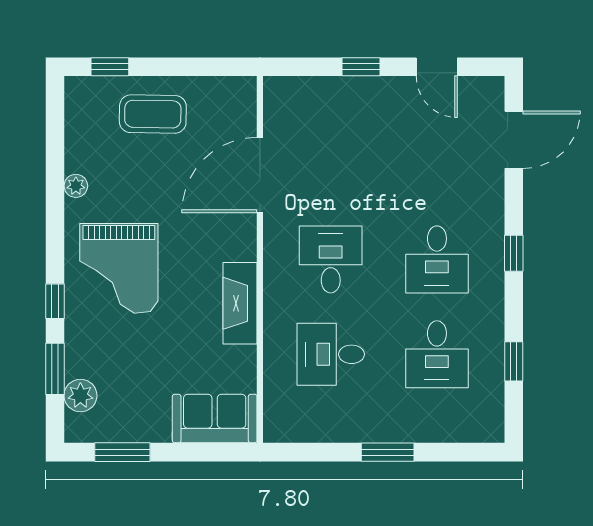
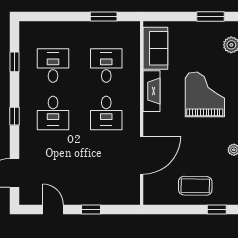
desk: (437, 259) -> (53, 113), turned 180
grand piano: (119, 268) -> (205, 94), moved
desk: (331, 354) -> (106, 66), turned -90
sofa: (215, 419) -> (155, 48), moved, turned -90
window: (388, 452) -> (104, 17), moved

